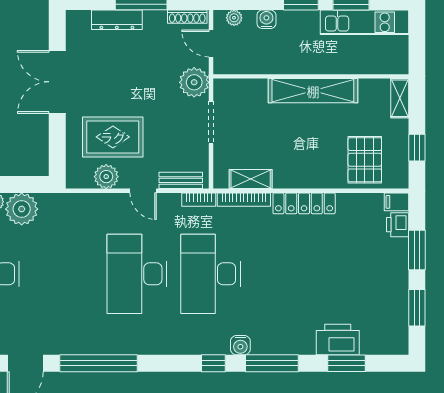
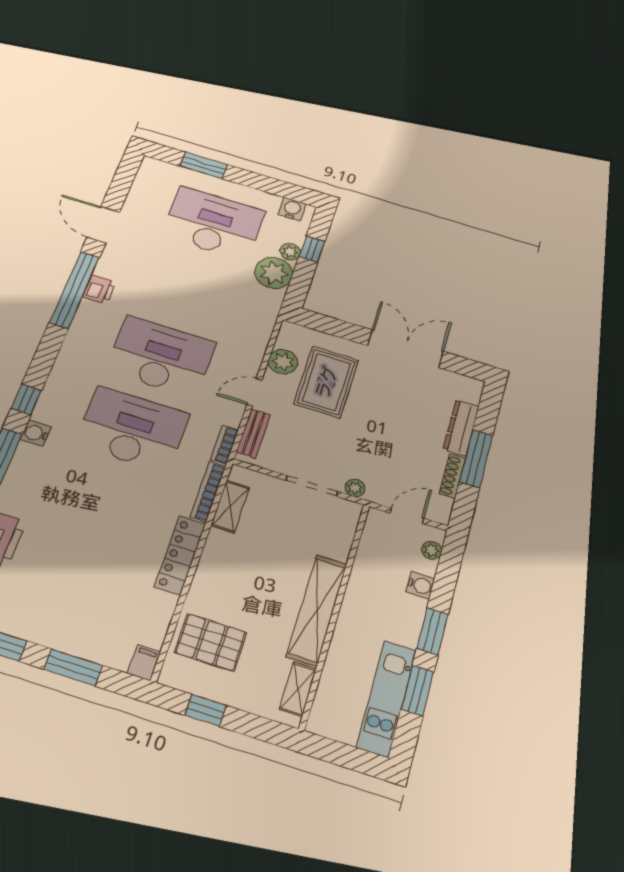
shoe rack: (187, 17) -> (452, 476), moved
plant: (194, 82) -> (355, 488), width x0.53, depth x0.53
shelving: (400, 98) -> (298, 689), moved, turned 90
printer: (398, 225) -> (99, 289), moved, turned 90

